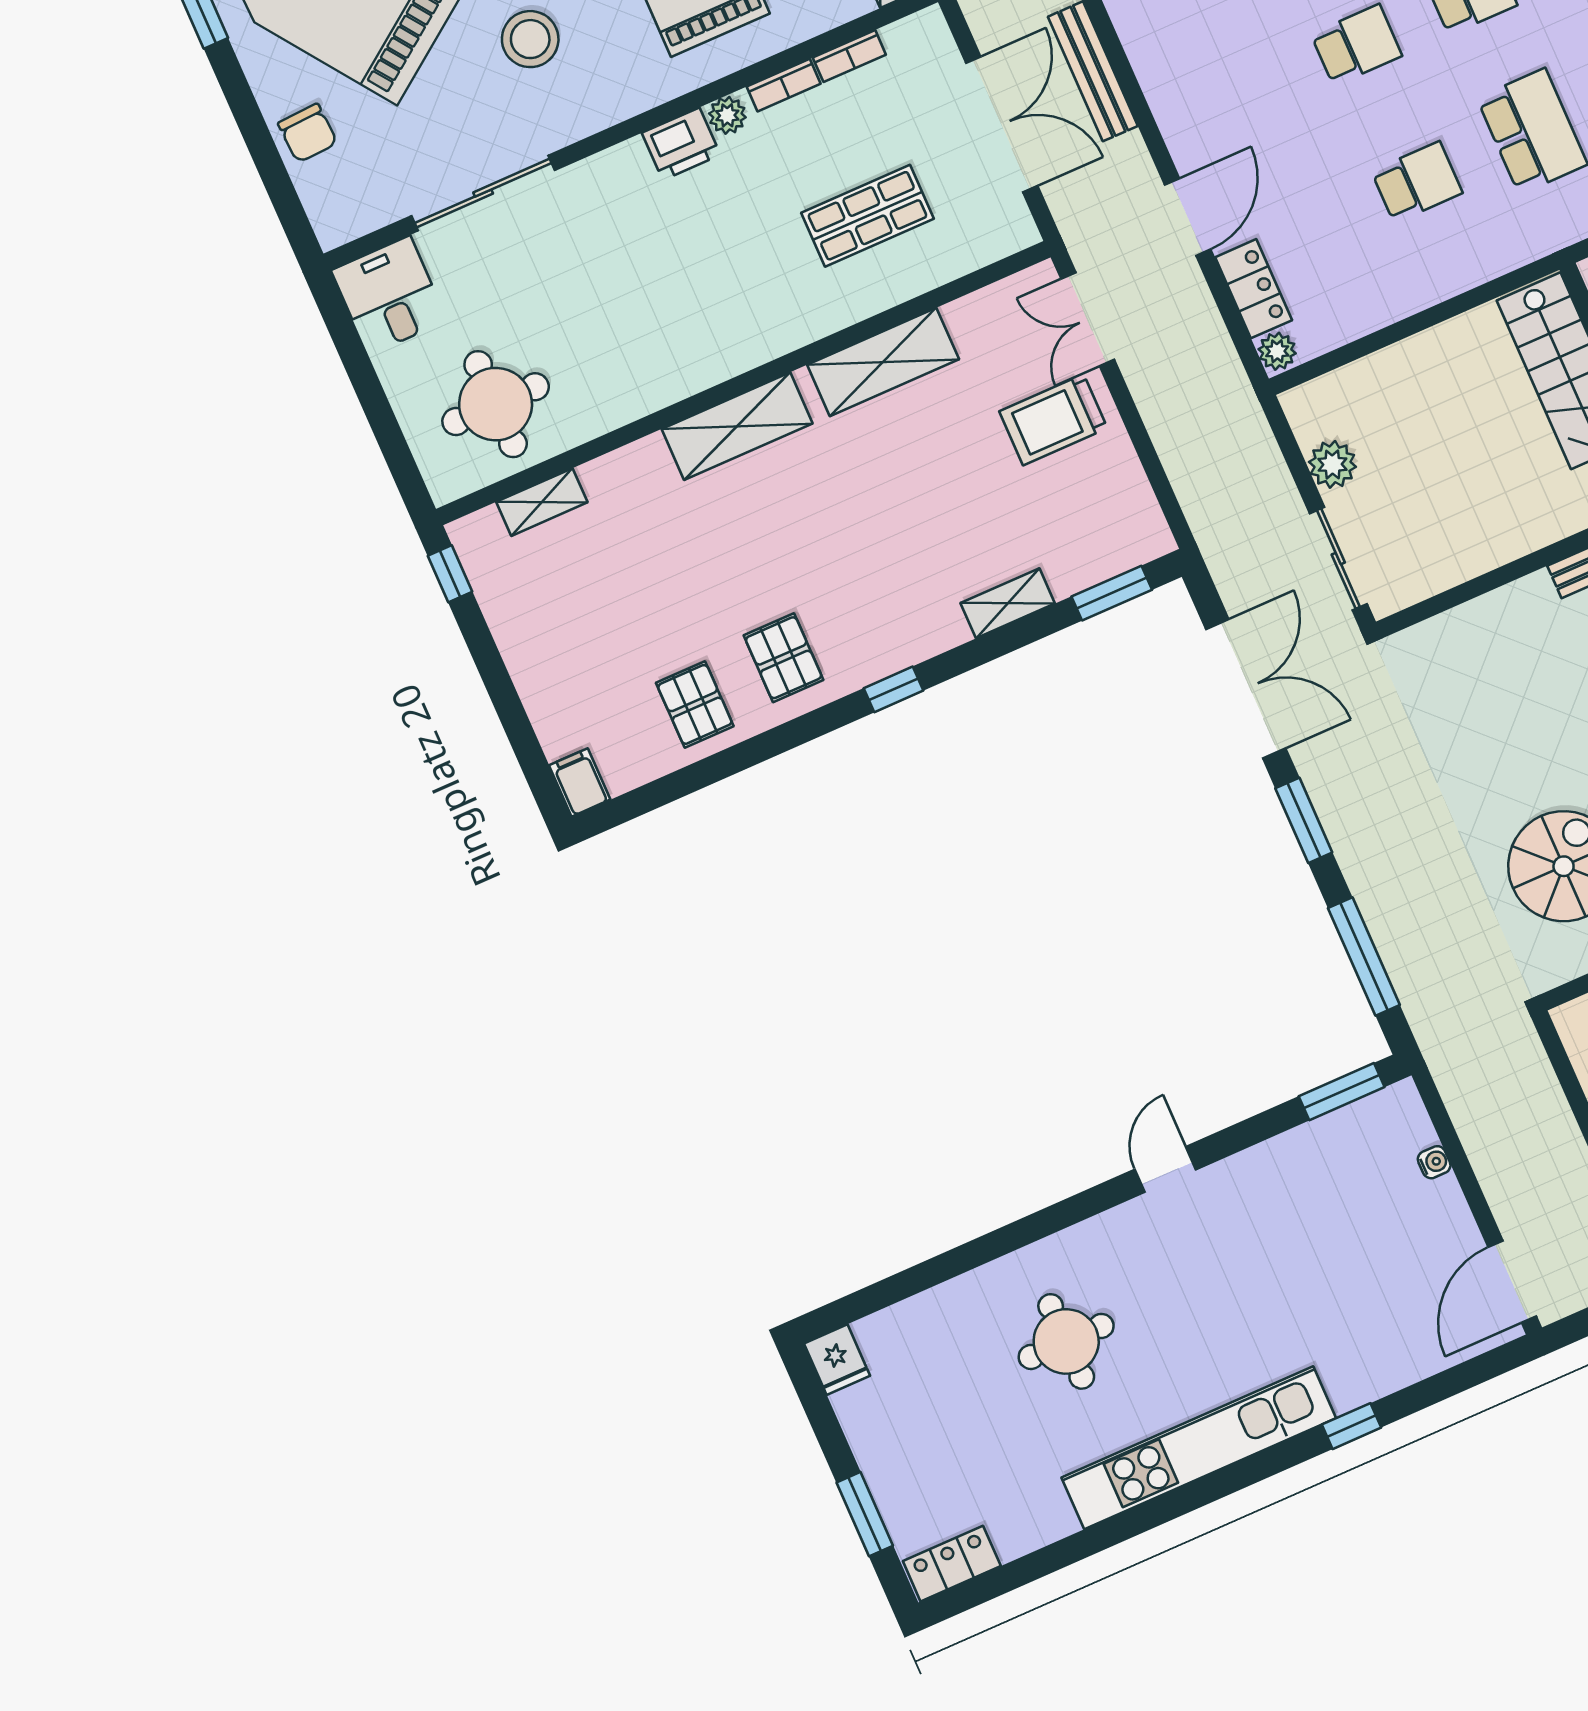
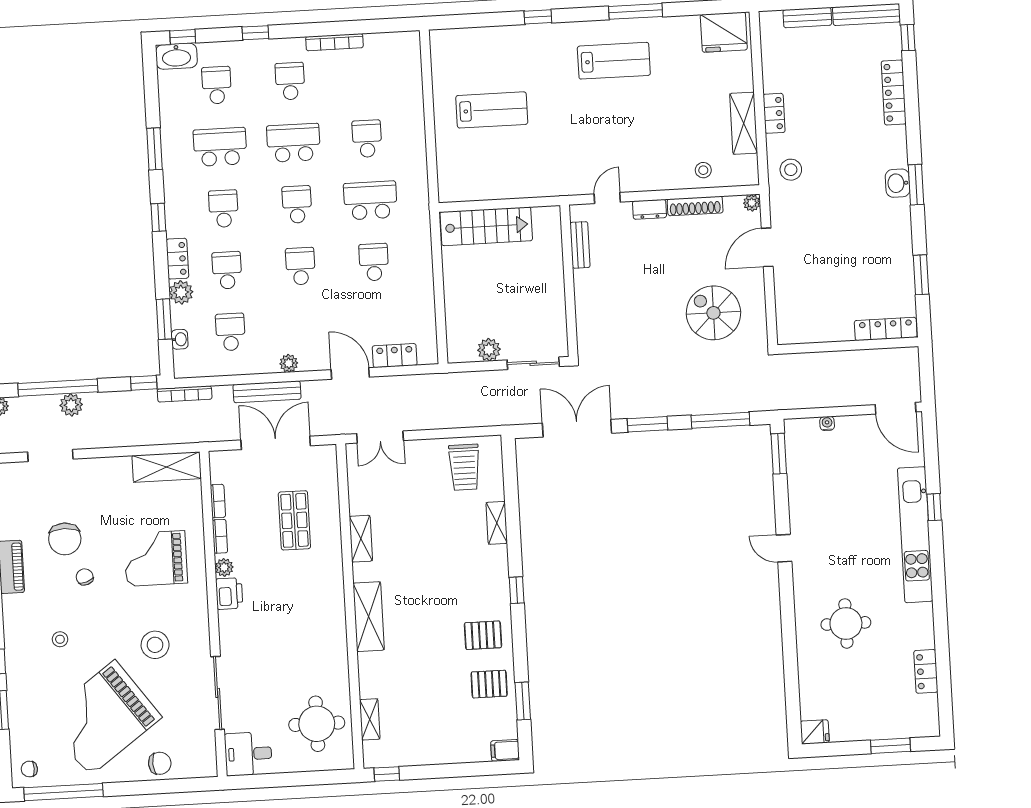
plant: (1277, 351) -> (289, 363), moved
shelving: (883, 362) -> (361, 539), width x0.67, depth x0.75
trolley: (1053, 420) -> (464, 467), moved
window: (1112, 593) -> (523, 701), moved
kitchen unit: (1199, 1448) -> (915, 535), moved
locker: (952, 1564) -> (926, 671), moved

